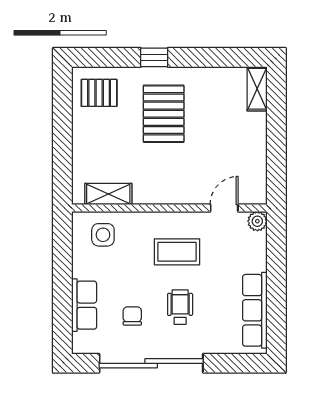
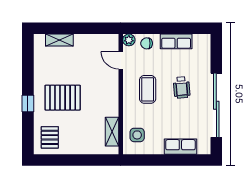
shelving: (257, 89) -> (59, 40), moved
wheelchair: (180, 307) -> (182, 87), turned -95
row of seats: (255, 310) -> (176, 41), width x0.68
chair: (132, 316) -> (147, 43), moved

